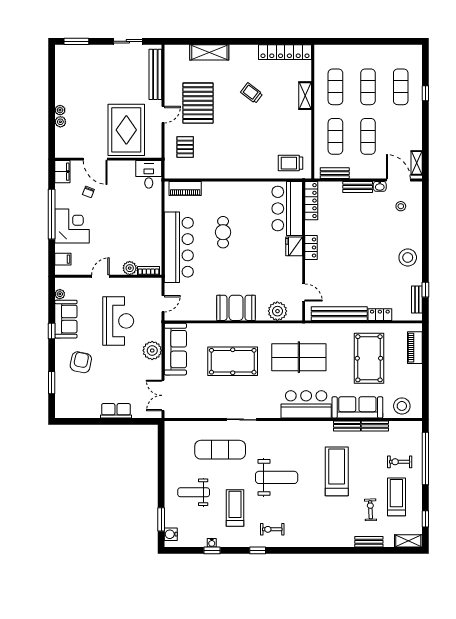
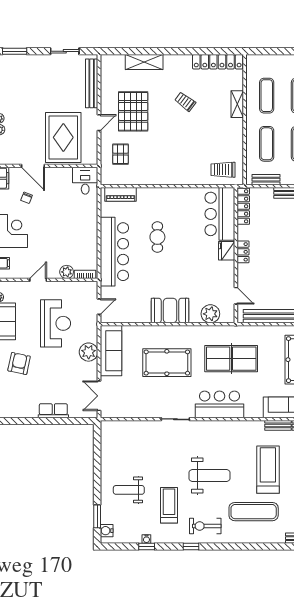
bar counter: (306, 404) -> (220, 404), moved
exercise mat: (220, 450) -> (254, 512), moved
exercise bike: (272, 529) -> (205, 526), width x1.38, depth x1.39

